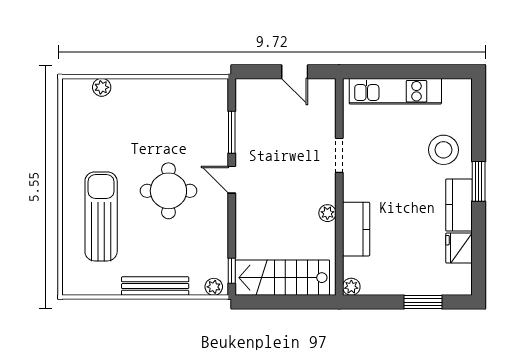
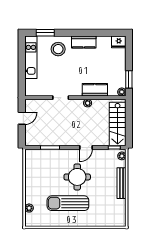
kitchen unit: (395, 91) -> (31, 57), moved
door: (232, 180) -> (86, 148), moved
window: (479, 181) -> (45, 33), moved
sun lounger: (101, 216) -> (68, 203), moved
fridge: (459, 248) -> (119, 42), moved
window: (423, 302) -> (129, 79), moved

